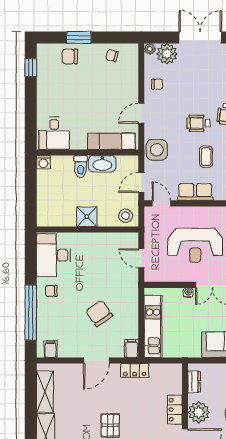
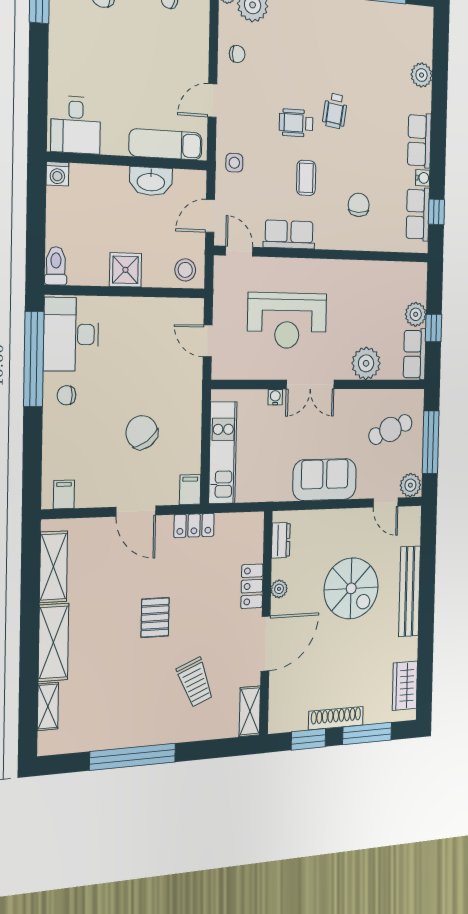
side table: (157, 150) -> (234, 163), width x0.54, depth x0.54
toilet: (81, 167) -> (56, 266), moved, turned 180
window: (31, 313) -> (34, 359), moved
door: (96, 361) -> (136, 511), hinge flipped
plant: (199, 412) -> (279, 589), width x0.53, depth x0.53

